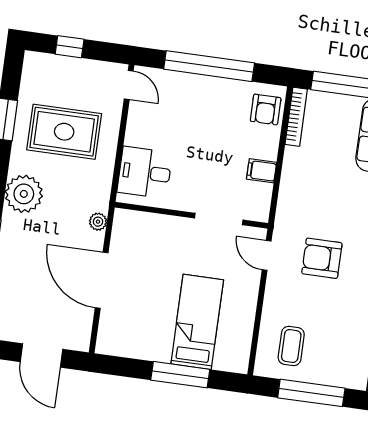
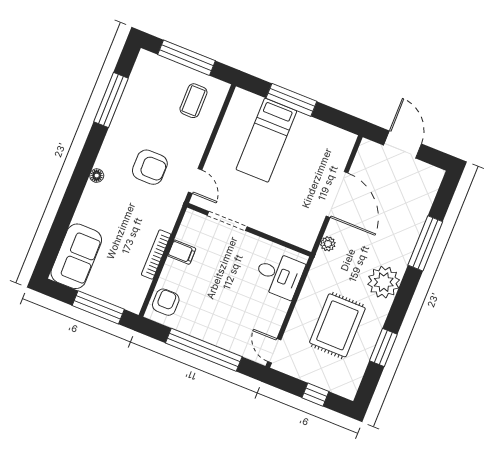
bookcase: (296, 117) -> (156, 254), moved
rug: (64, 132) -> (337, 325), turned 90

